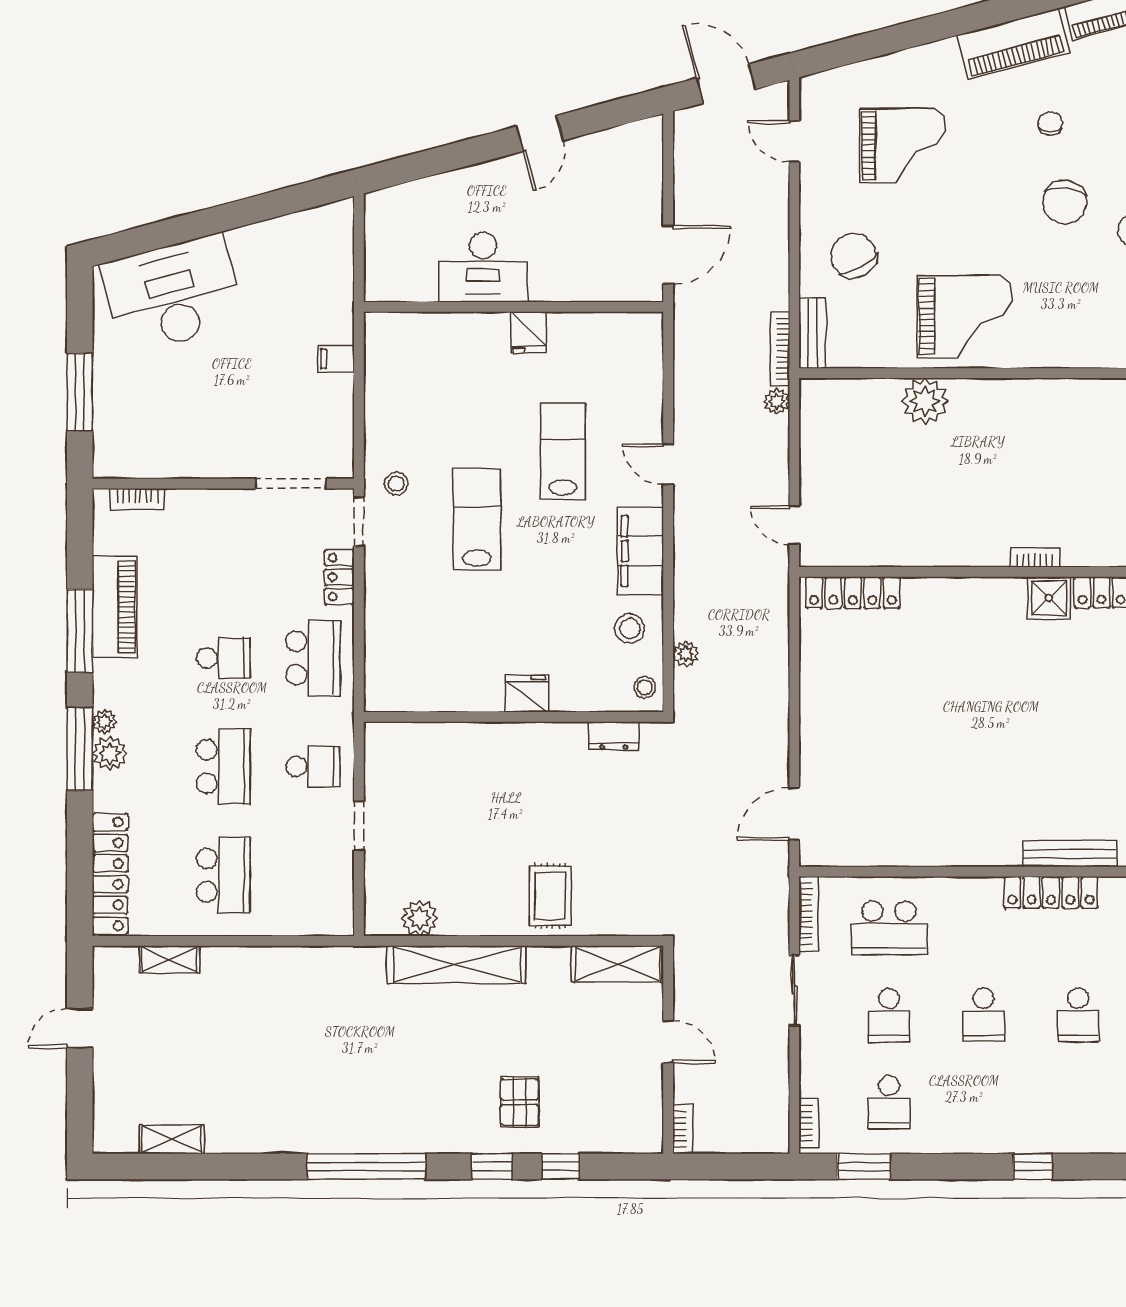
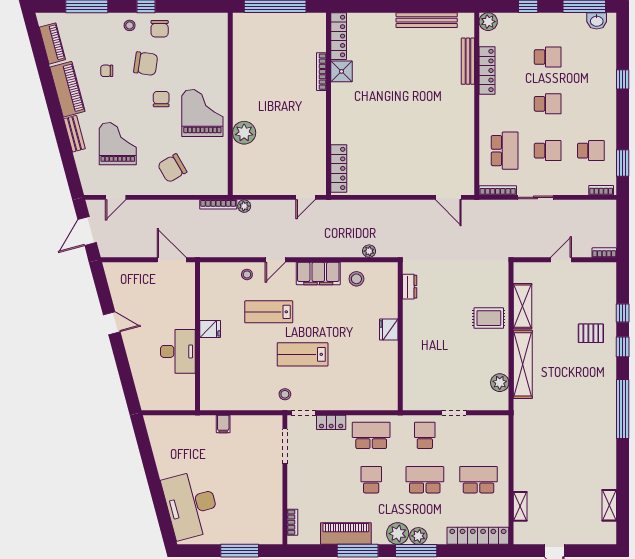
chair: (993, 234) -> (161, 99), added
bench: (812, 333) -> (74, 134), moved, turned 75
bookcase: (1035, 557) -> (321, 72), width x1.56
stool: (645, 687) -> (247, 274), moved
plant: (104, 722) -> (398, 534), width x1.88, depth x1.88
shelving: (617, 964) -> (523, 306), moved

